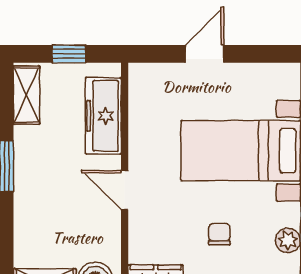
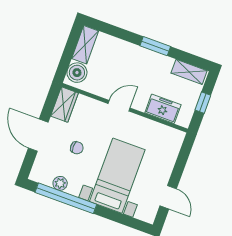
door: (205, 54) -> (168, 197), moved
freezer: (103, 116) -> (163, 109), width x0.71

